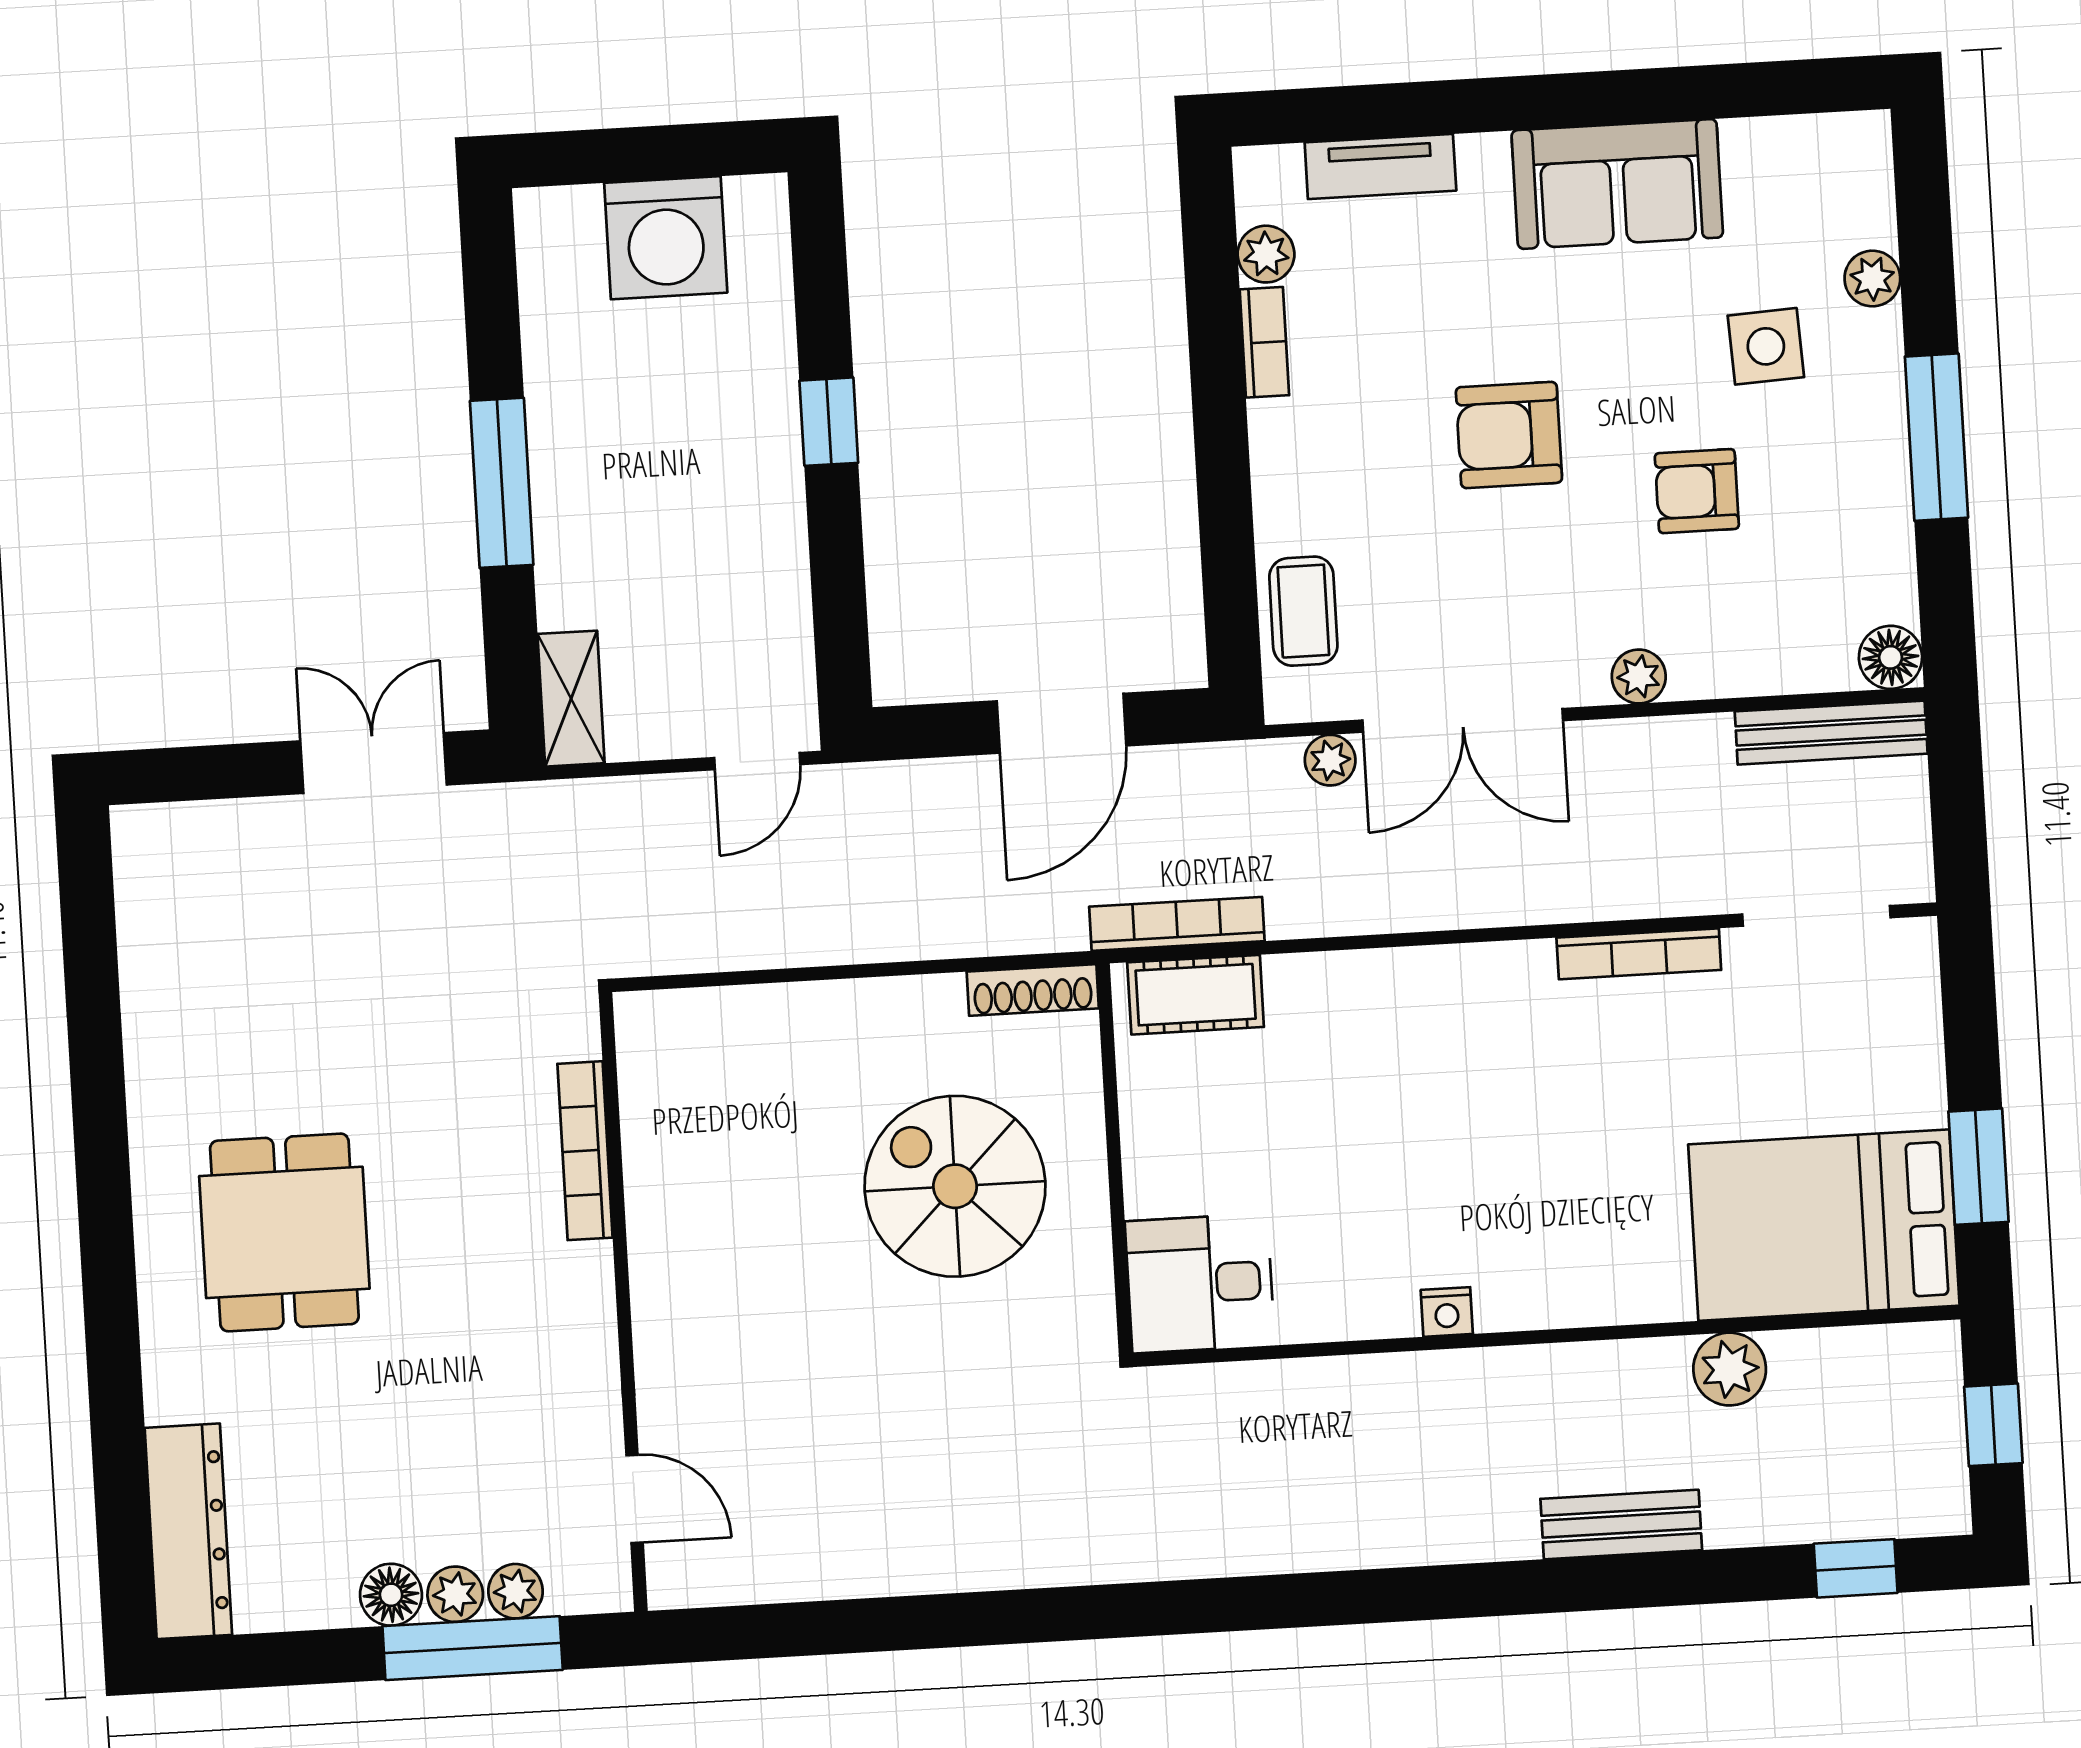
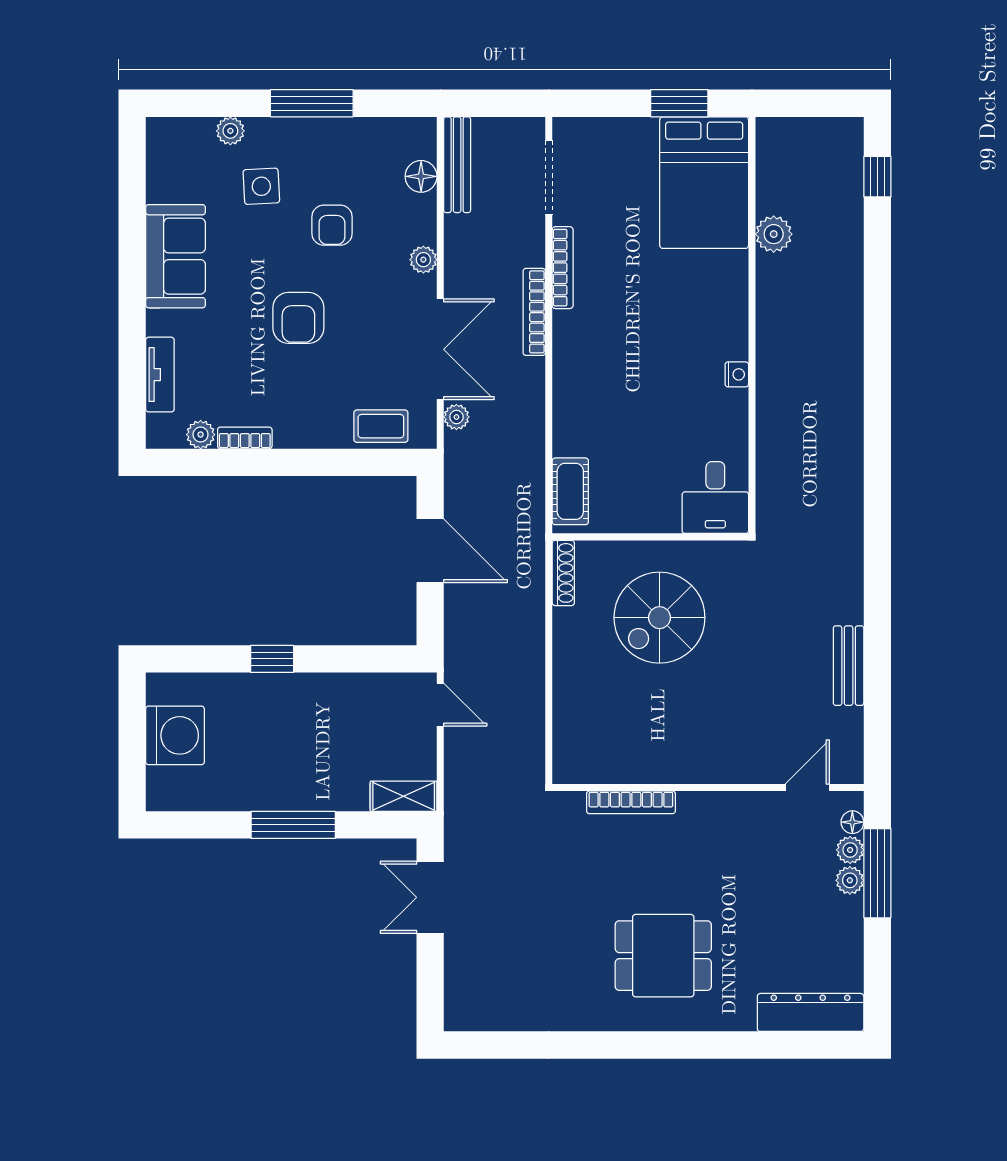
floor lamp: (1891, 657) -> (421, 176), moved
bookcase: (1177, 924) -> (534, 312), moved
window: (1993, 1425) -> (809, 103), removed
bench: (1621, 1524) -> (849, 666), moved
floor lamp: (391, 1595) -> (852, 822), moved, width x0.73, depth x0.73

